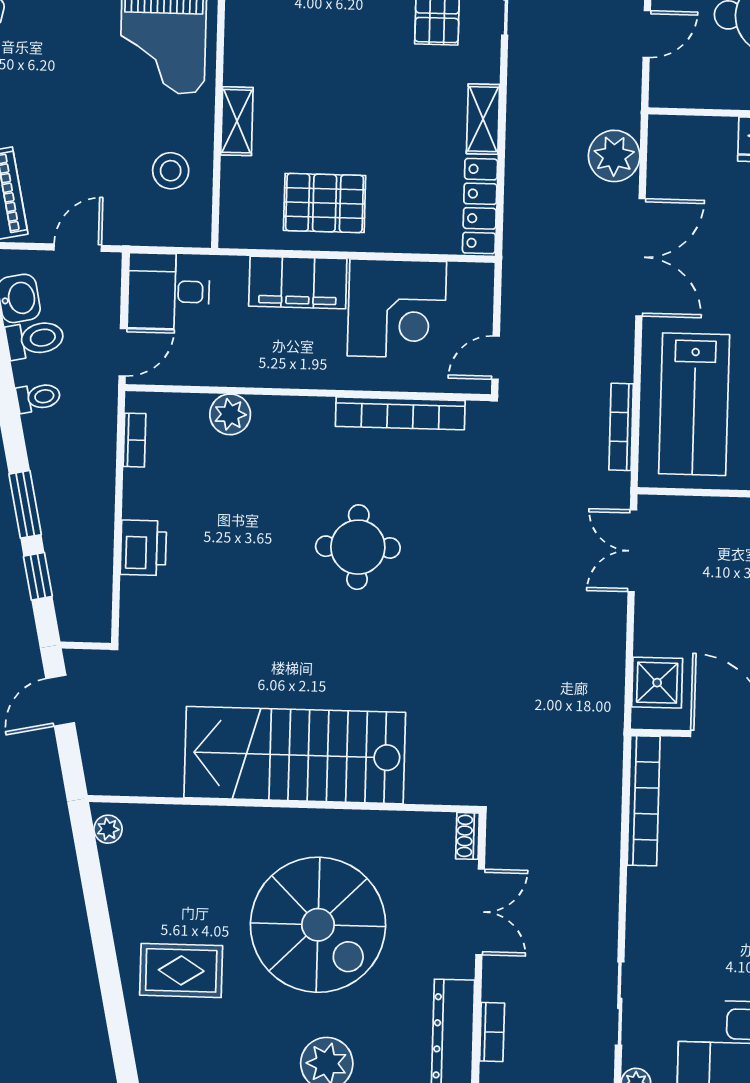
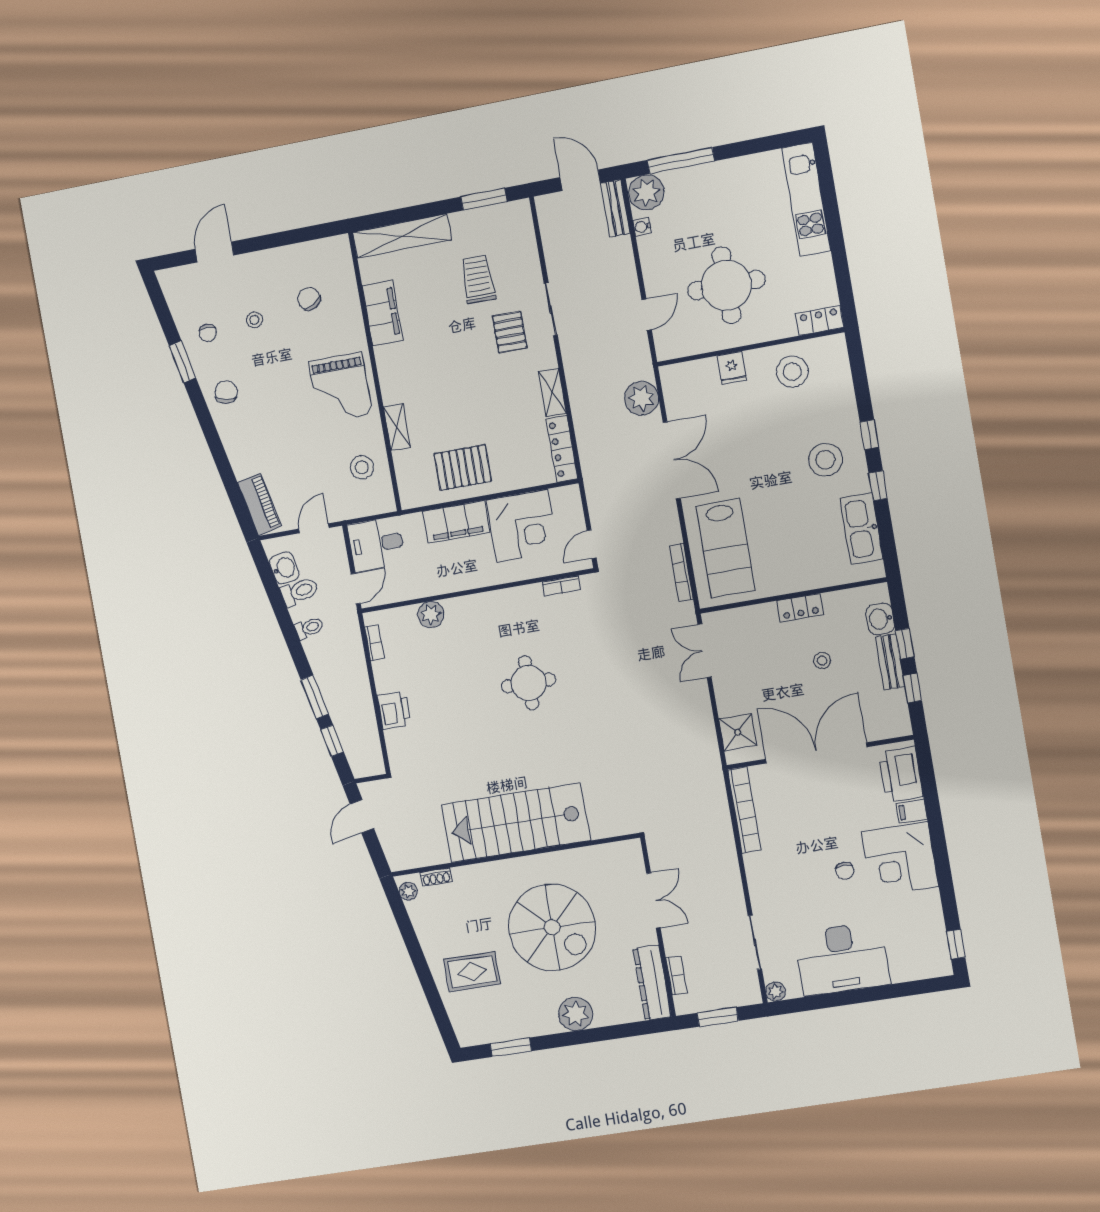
bookcase: (400, 413) -> (561, 586), width x0.43, depth x0.76
shoe rack: (467, 836) -> (436, 877), moved, turned -90

